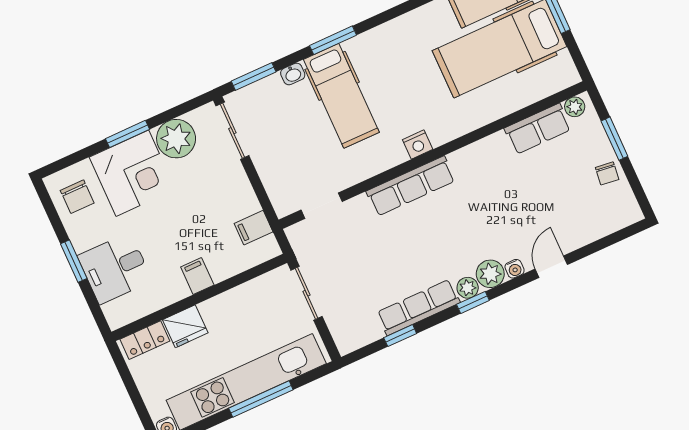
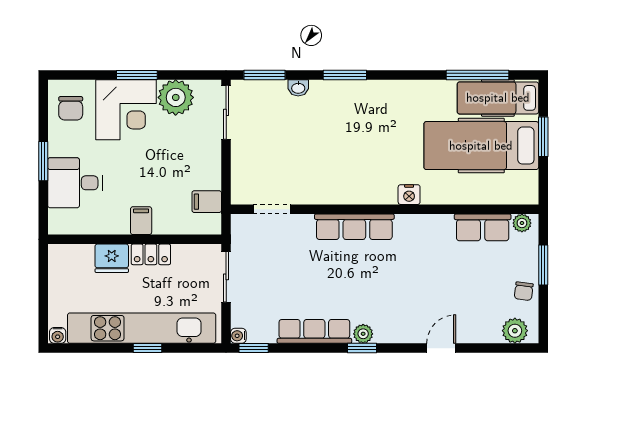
hospital bed: (341, 96) -> (331, 125), removed
nightstand: (418, 145) -> (409, 195), moved
water cooler: (515, 269) -> (238, 336), moved, turned 90
plant: (490, 274) -> (515, 331), moved
window: (400, 336) -> (254, 348), moved
locker: (145, 340) -> (151, 254), moved
window: (261, 399) -> (147, 348), width x0.46

